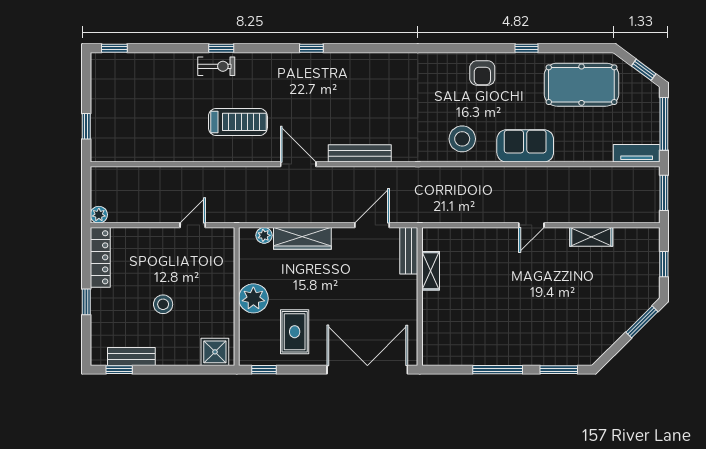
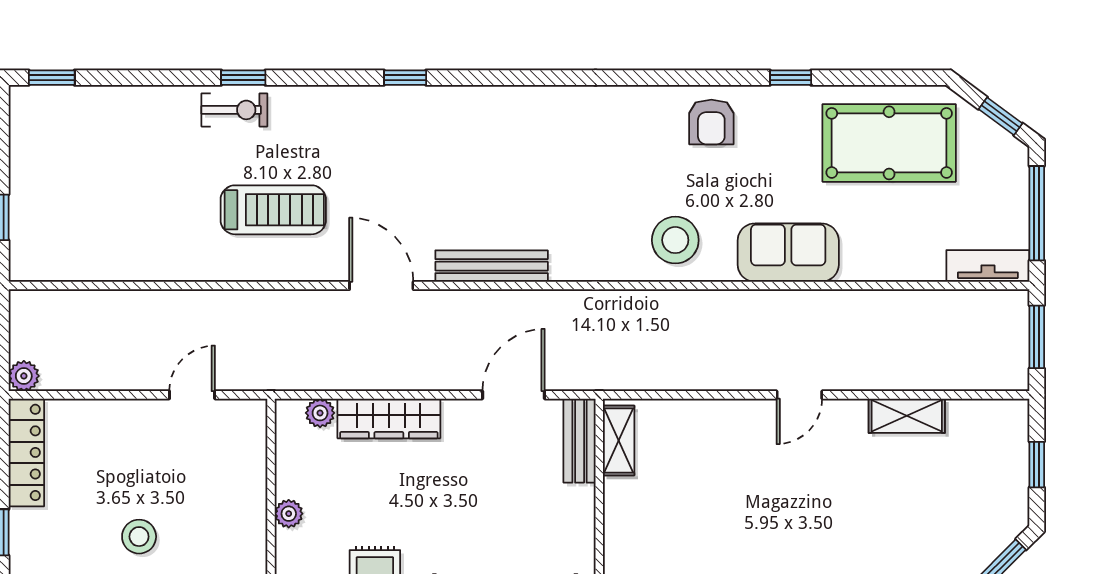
shelving: (431, 271) -> (619, 441), moved
plant: (253, 298) -> (289, 514), width x0.53, depth x0.53

